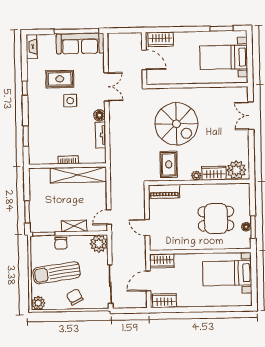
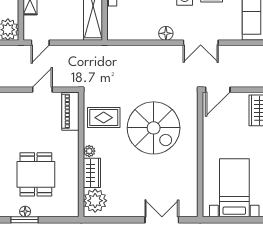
door: (144, 60) -> (218, 90), moved
spiral stairs: (176, 124) -> (154, 128), turned -90
tv unit: (101, 135) -> (141, 34), removed
door: (109, 217) -> (40, 43), swing flipped
door: (147, 227) -> (42, 90), moved

